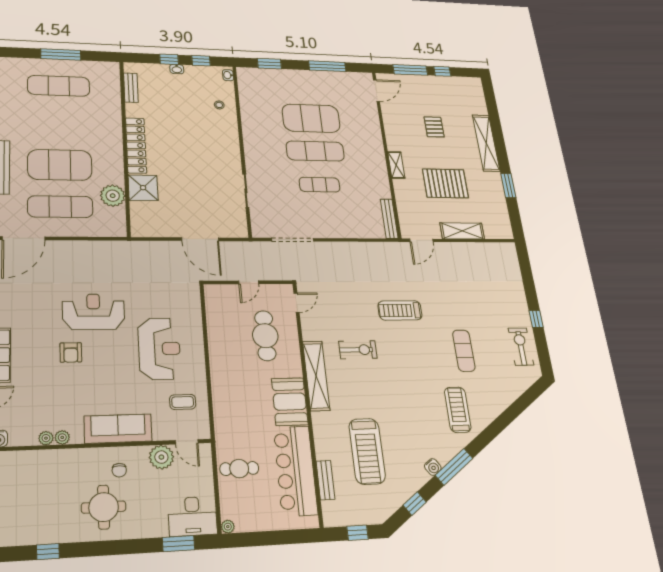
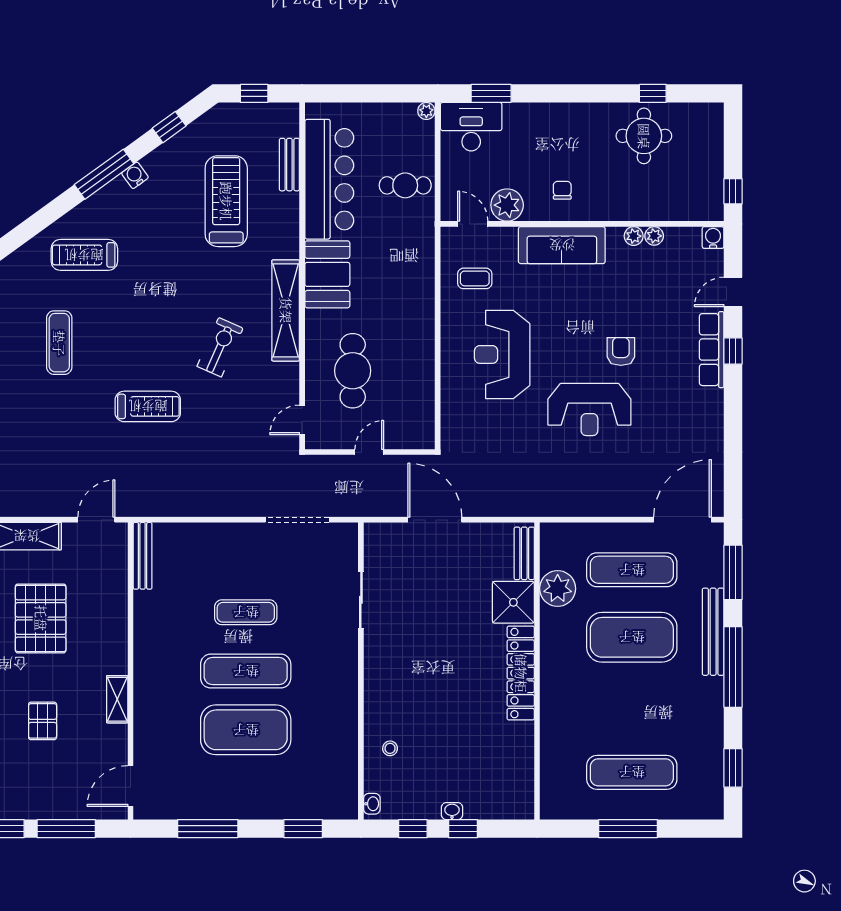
bench: (131, 88) -> (524, 553), moved
shelving: (396, 165) -> (117, 699), moved
pallet: (445, 183) -> (41, 618), turned 90
exercise bike: (358, 350) -> (220, 347), turned 114
treadmill: (458, 410) -> (84, 255), turned 90
round table: (104, 507) -> (644, 136), moved

